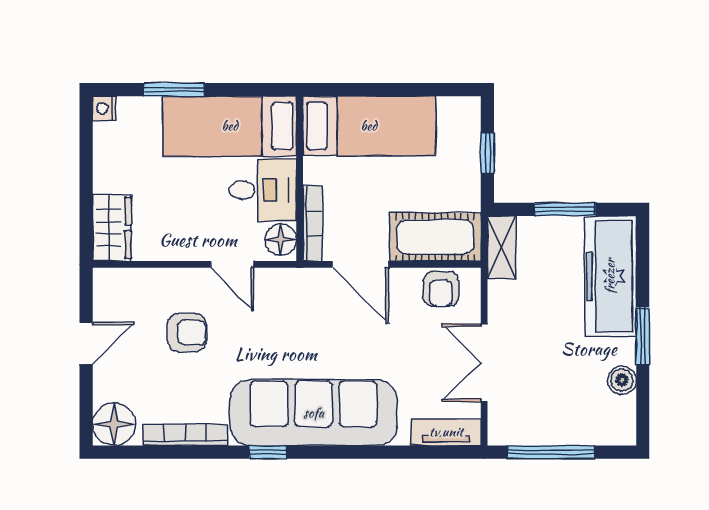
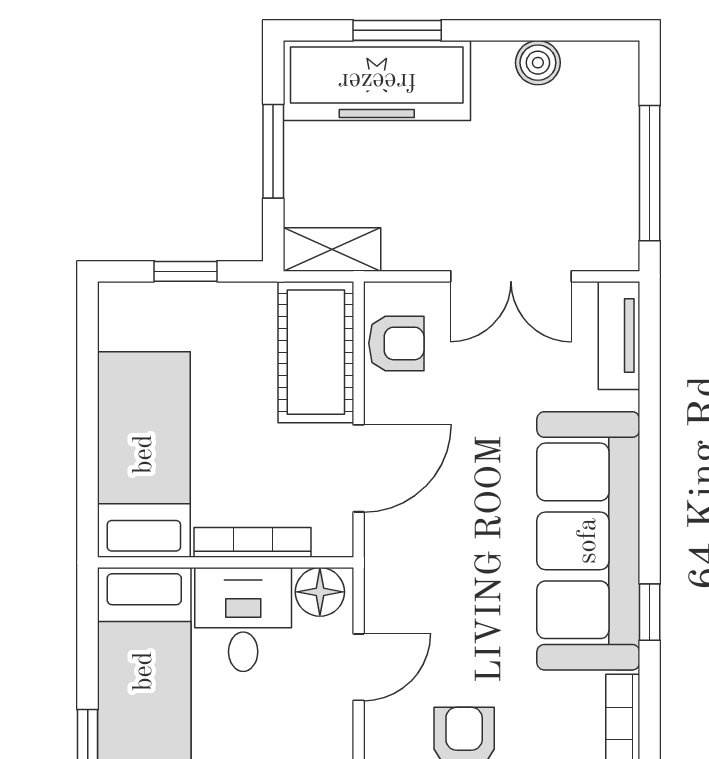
bookcase: (313, 224) -> (253, 542), moved
window: (643, 336) -> (397, 30), moved

